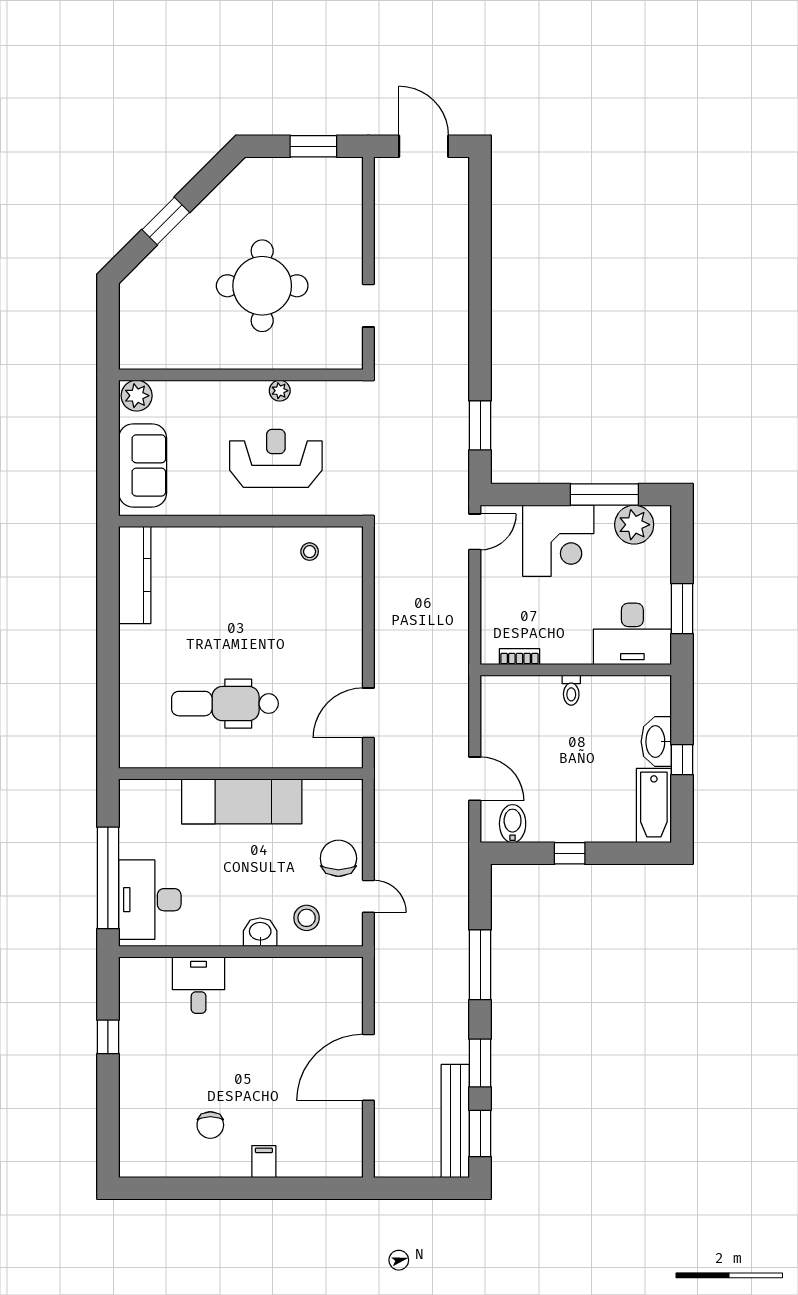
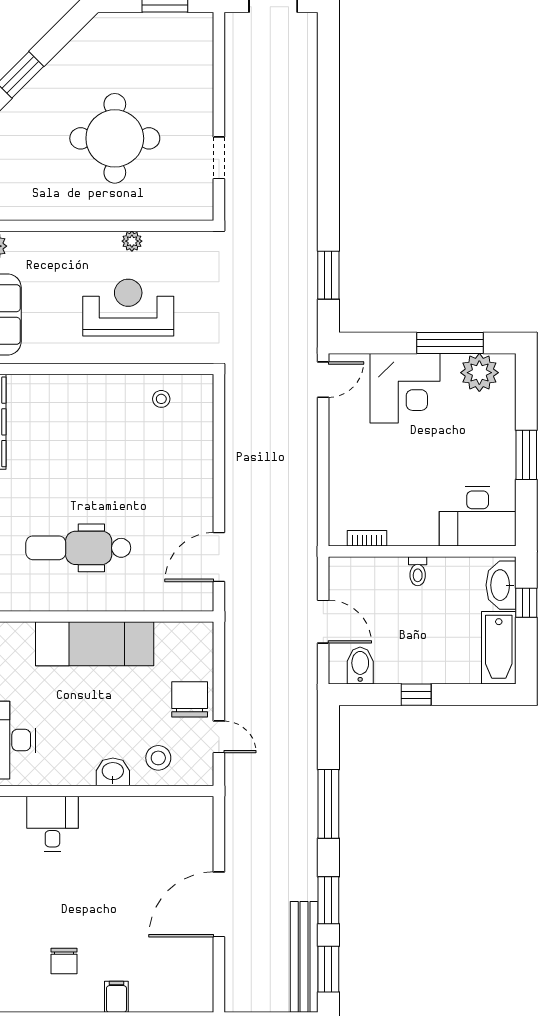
desk: (632, 634) -> (478, 516), moved
bookcase: (519, 657) -> (367, 538), moved
wall: (576, 670) -> (422, 551), moved
toilet: (571, 690) -> (418, 571), moved

